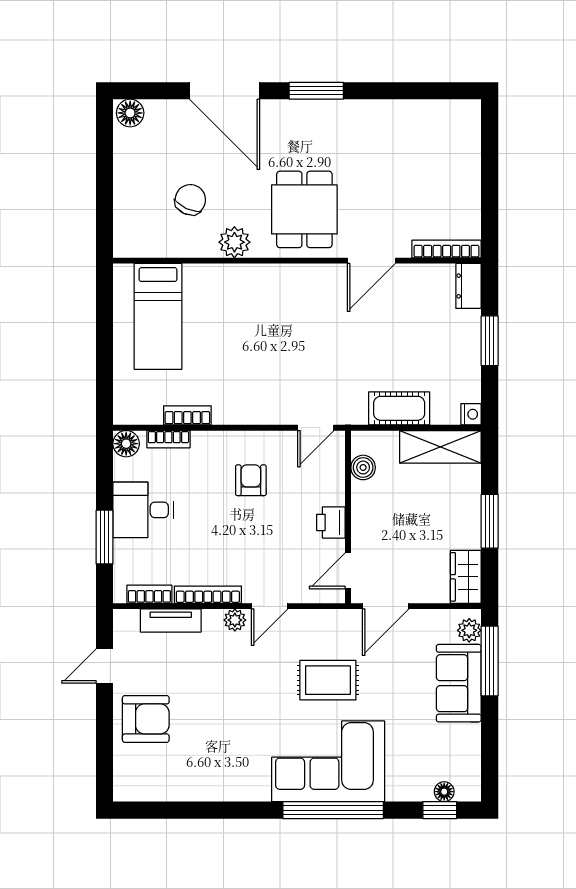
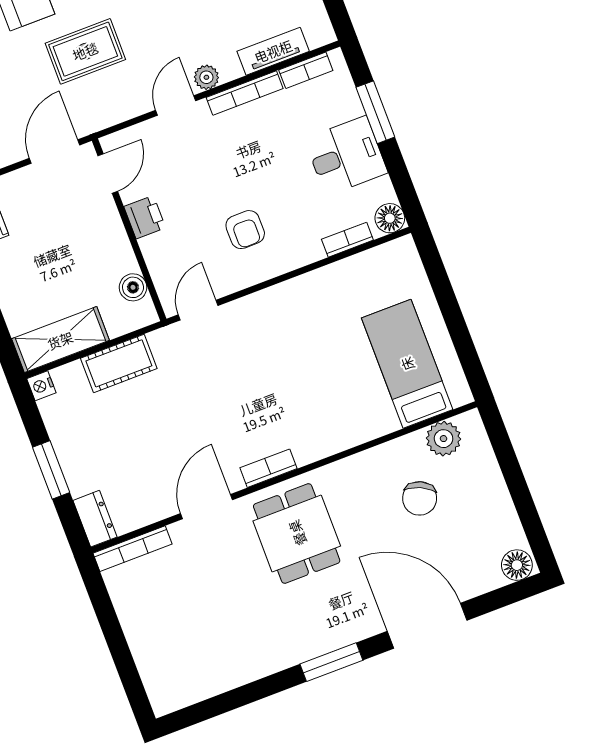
plant: (234, 242) -> (444, 439), moved
bookcase: (187, 415) -> (269, 468), moved, turned 180

